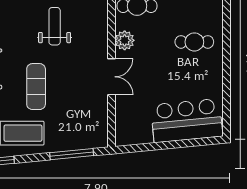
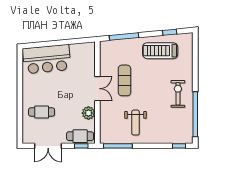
double door: (111, 77) -> (97, 89), swing flipped
exercise mat: (36, 87) -> (124, 80), moved

